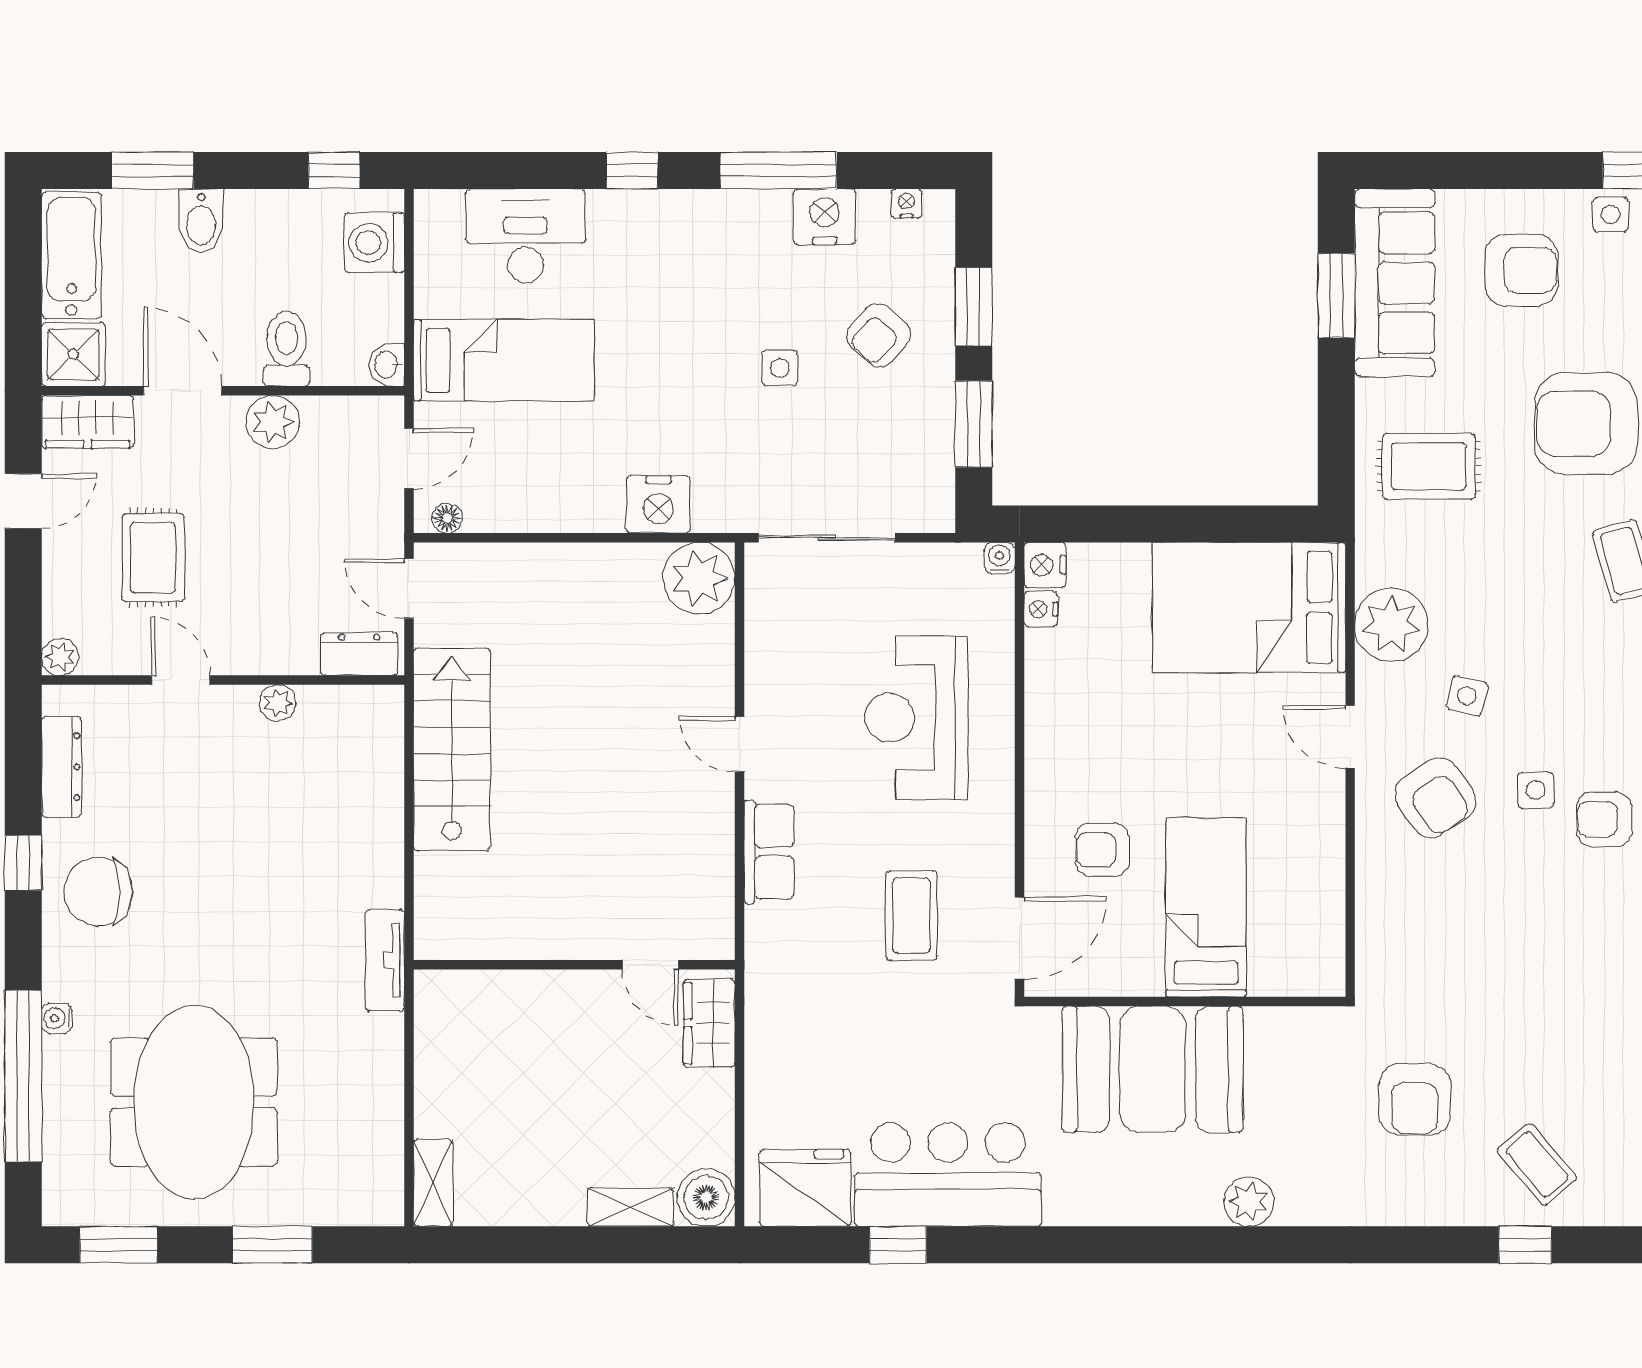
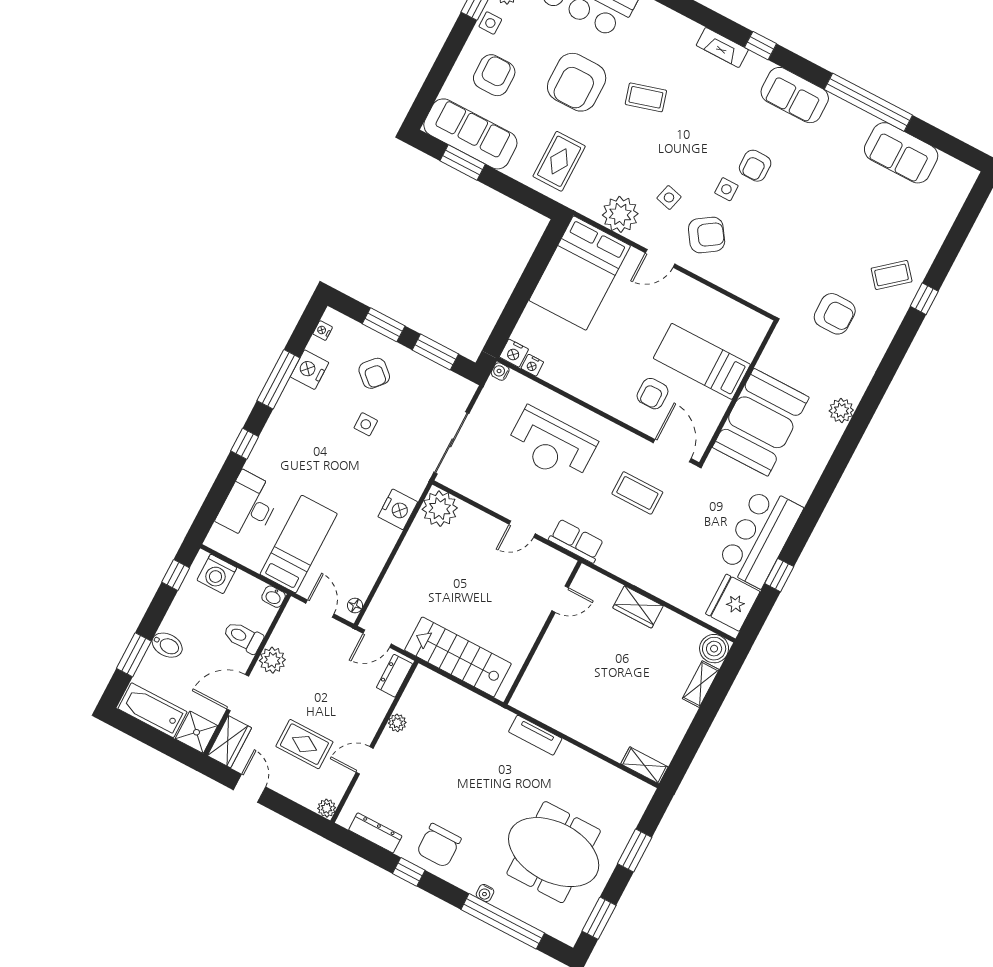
wall: (574, 965) -> (543, 633), moved
door: (650, 965) -> (560, 599), moved

